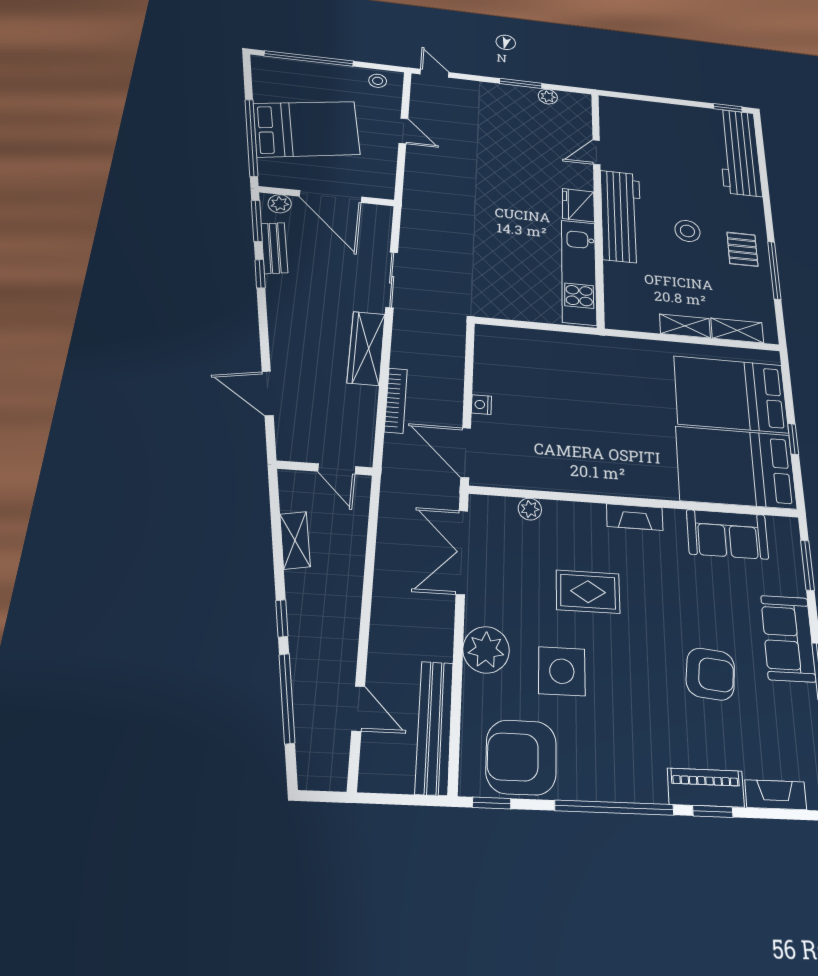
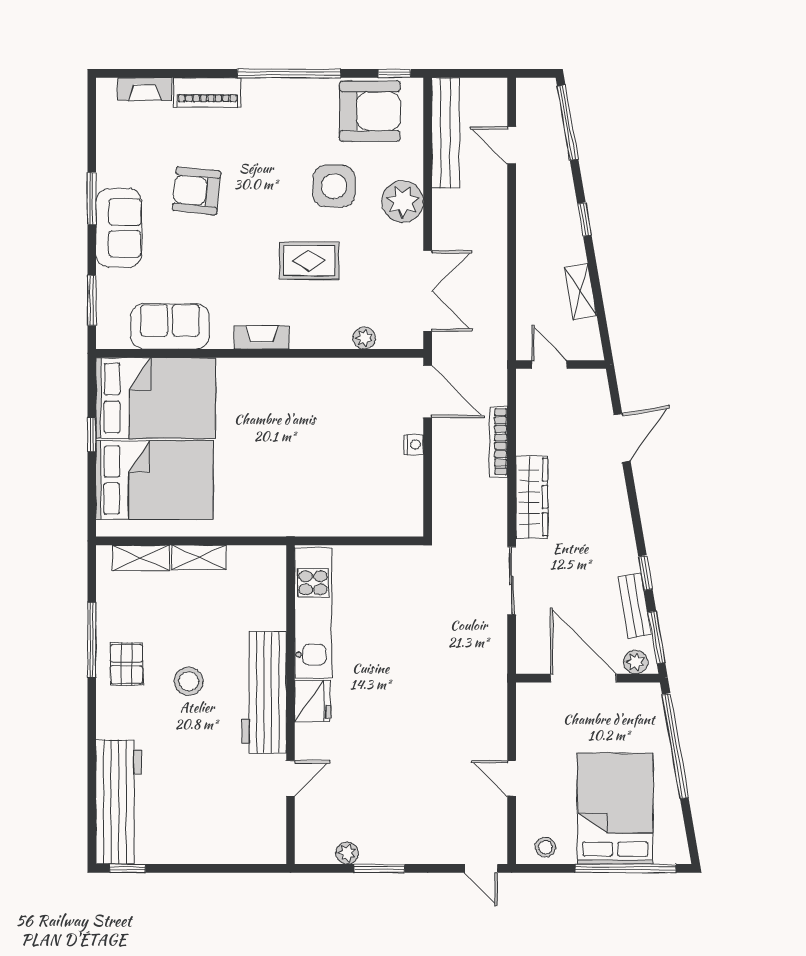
bed: (306, 129) -> (615, 809), moved, turned 100
door: (268, 393) -> (622, 438), hinge flipped
window: (287, 698) -> (568, 123), moved
window: (713, 811) -> (203, 73), removed

